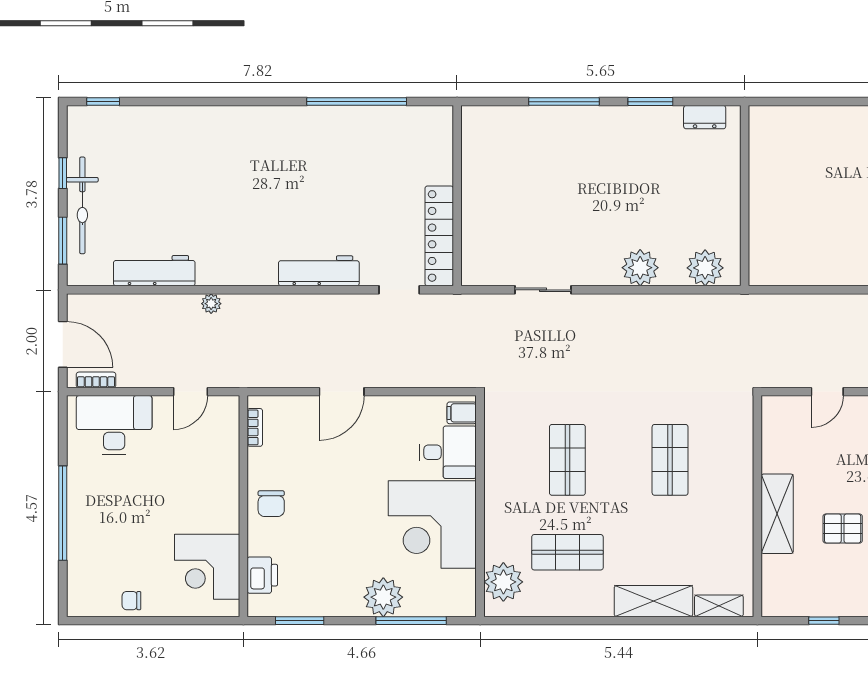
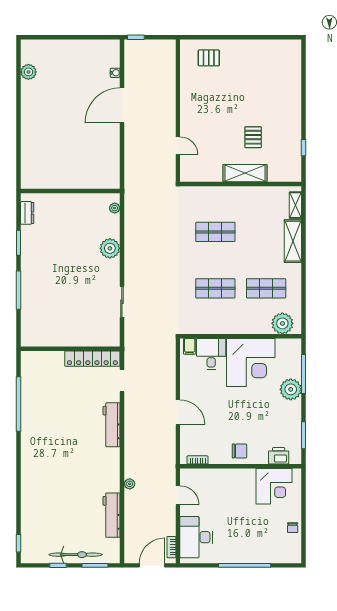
plant: (705, 268) -> (115, 208), width x0.53, depth x0.53
shop shelf: (567, 552) -> (266, 288), turned 90

